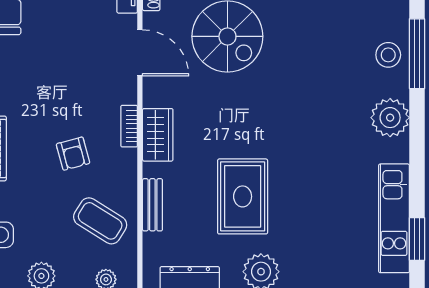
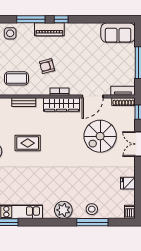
wardrobe: (158, 135) -> (61, 105), width x1.50
rug: (243, 196) -> (28, 143), width x0.73, depth x0.70
coffee table: (100, 221) -> (16, 78), turned 58

